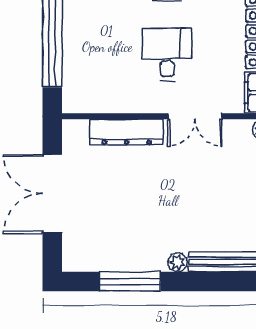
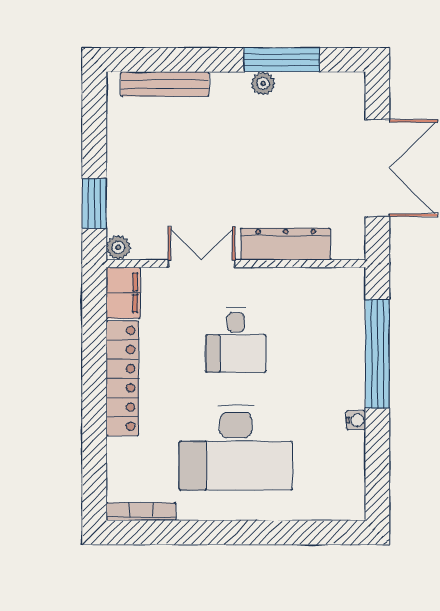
plant: (177, 262) -> (263, 83), moved

